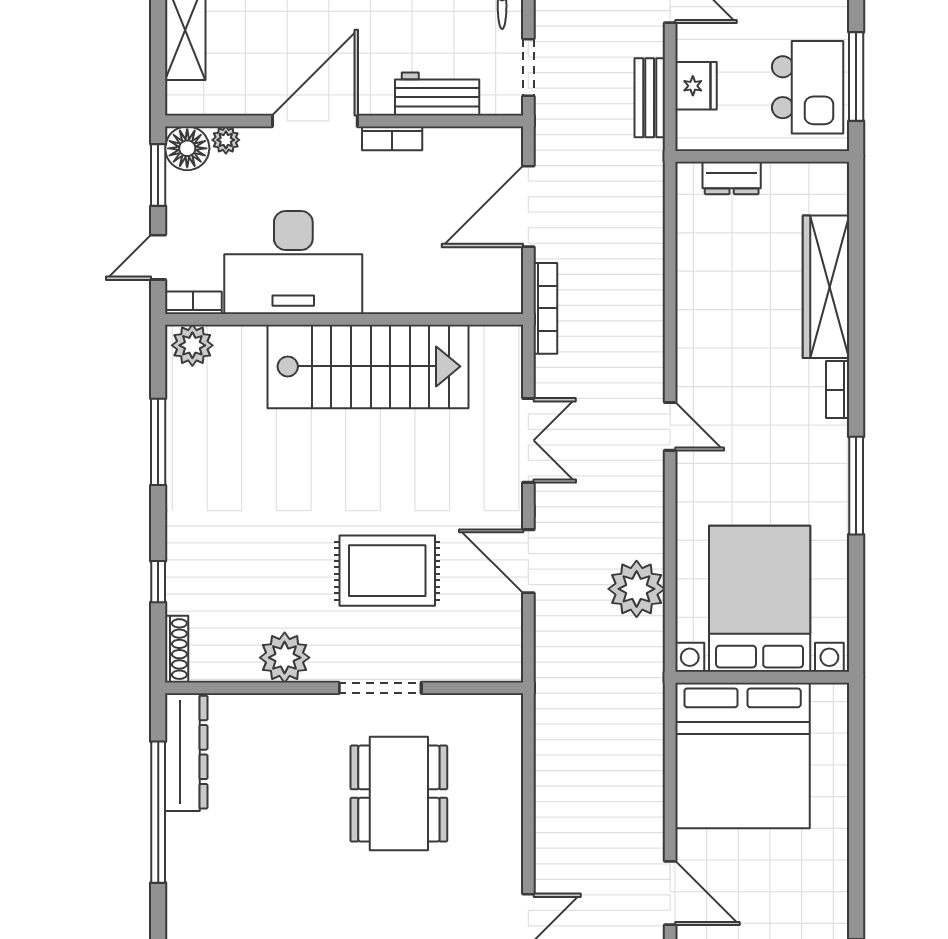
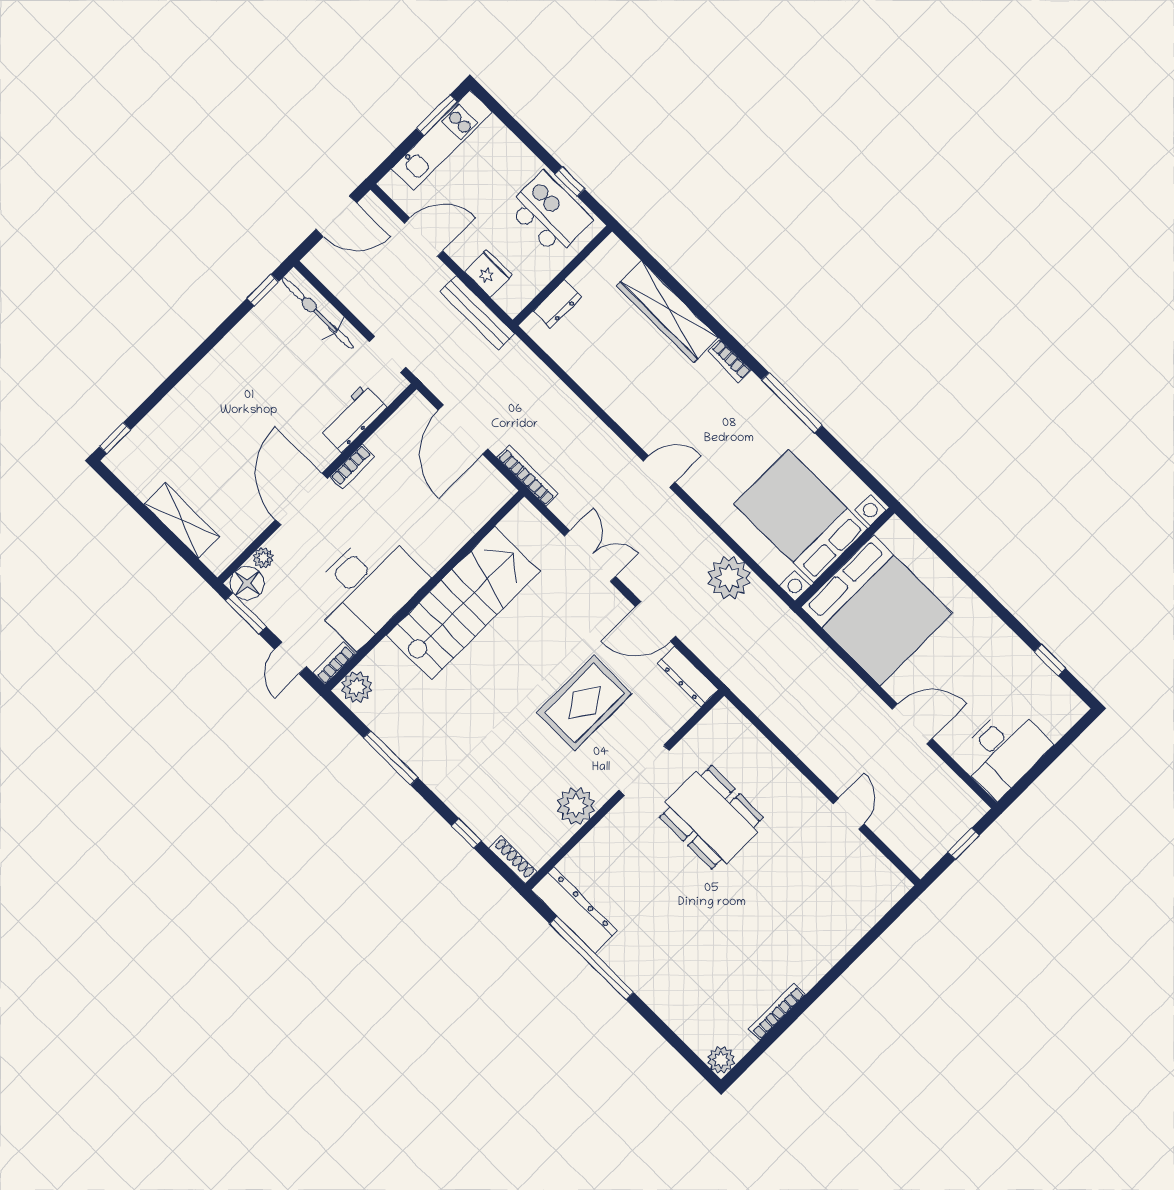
window: (856, 76) -> (570, 182), width x0.46
bench: (650, 98) -> (478, 313), width x1.36
dresser: (507, 642) -> (688, 676), added

